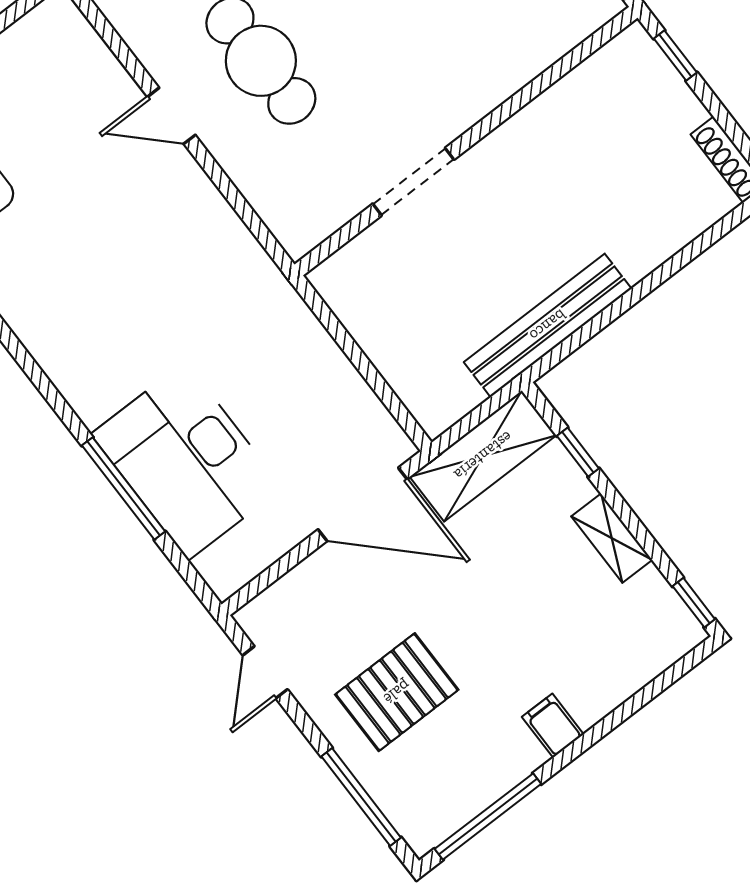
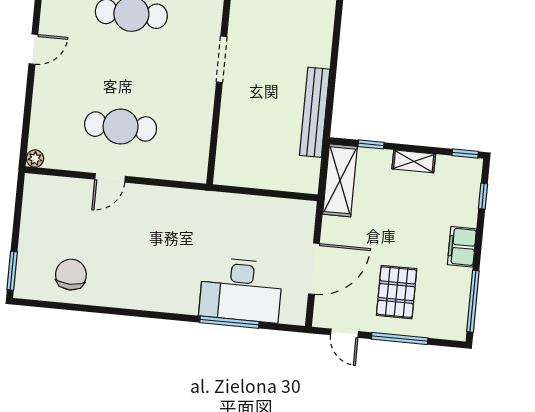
doorway: (413, 182) -> (222, 59), moved
door: (363, 504) -> (314, 269), moved
window: (656, 687) -> (483, 196), added
filing cabinet: (553, 726) -> (462, 247), width x2.00
window: (361, 797) -> (400, 339), moved

